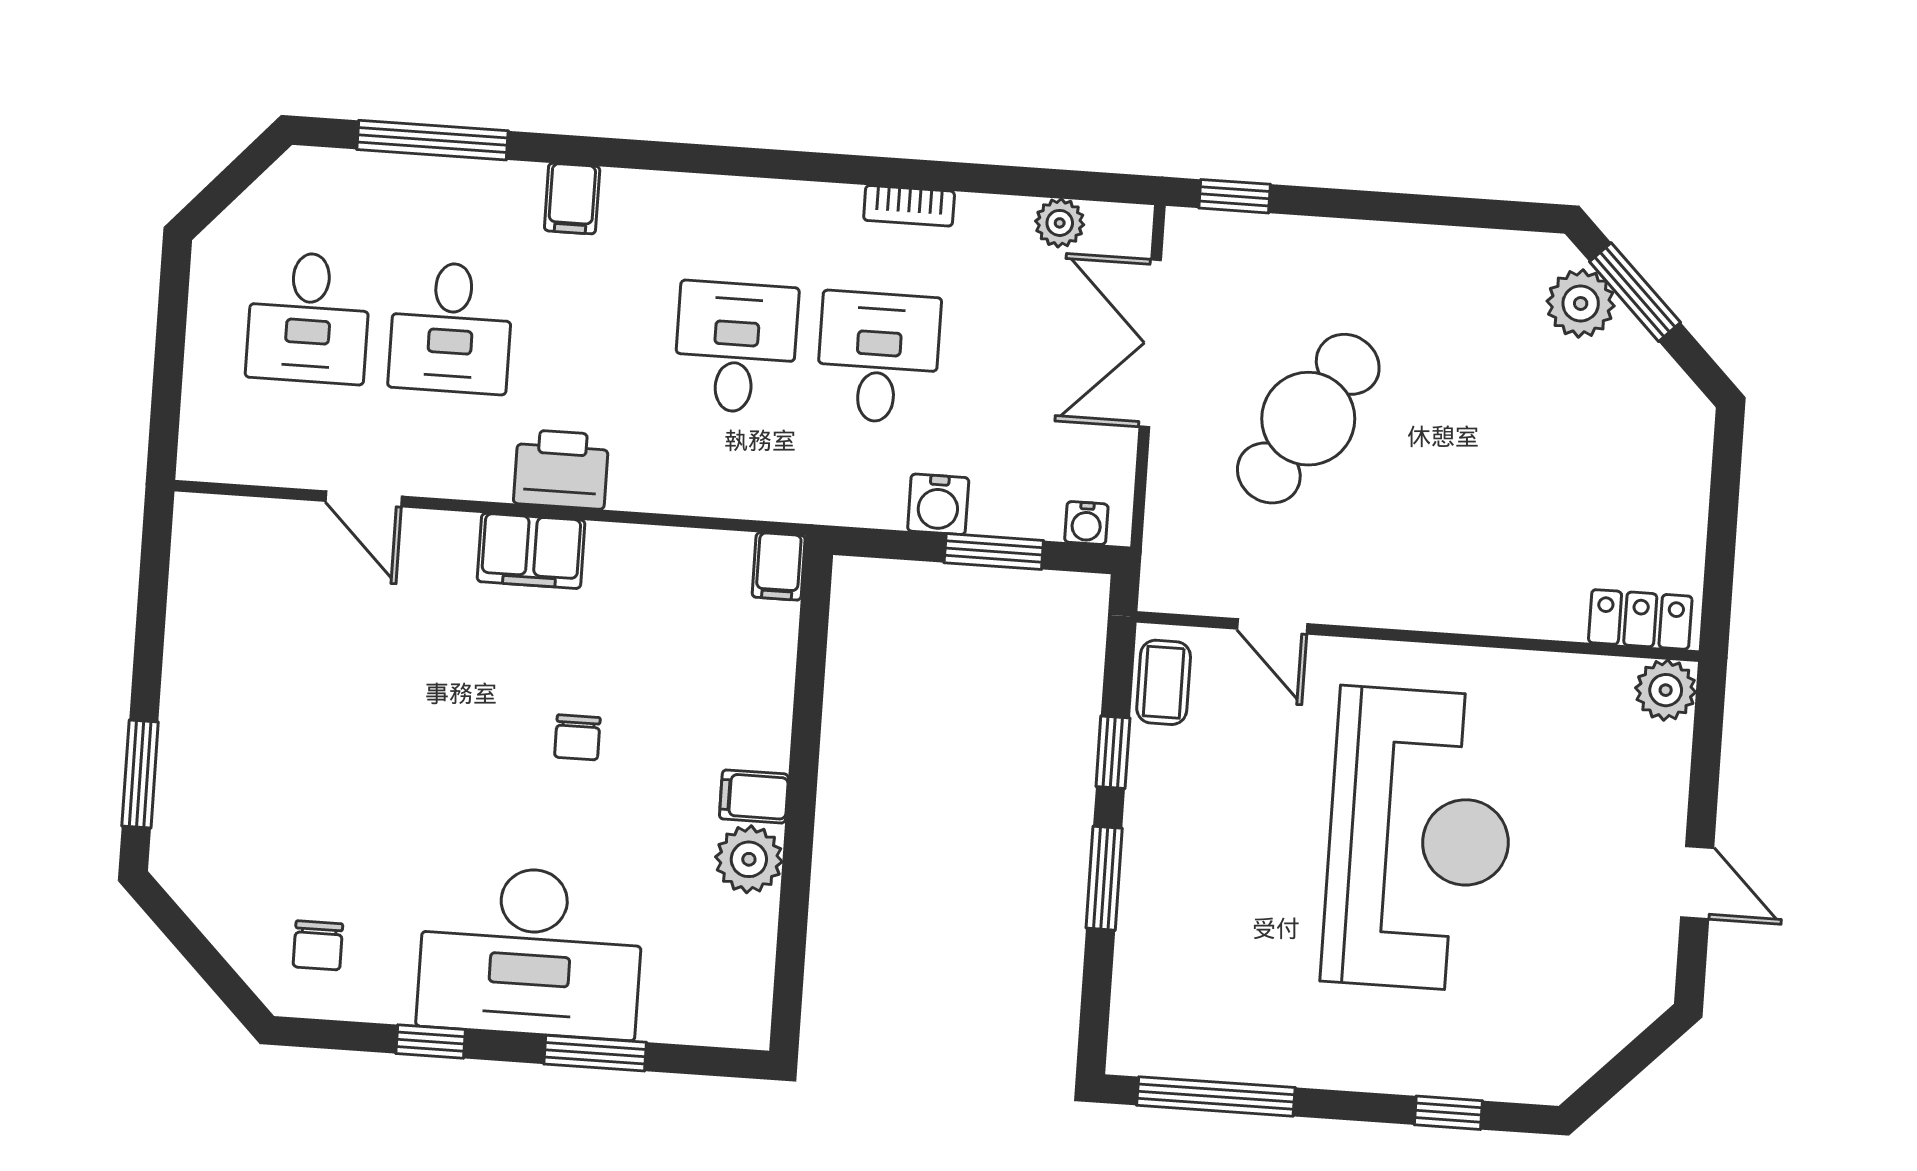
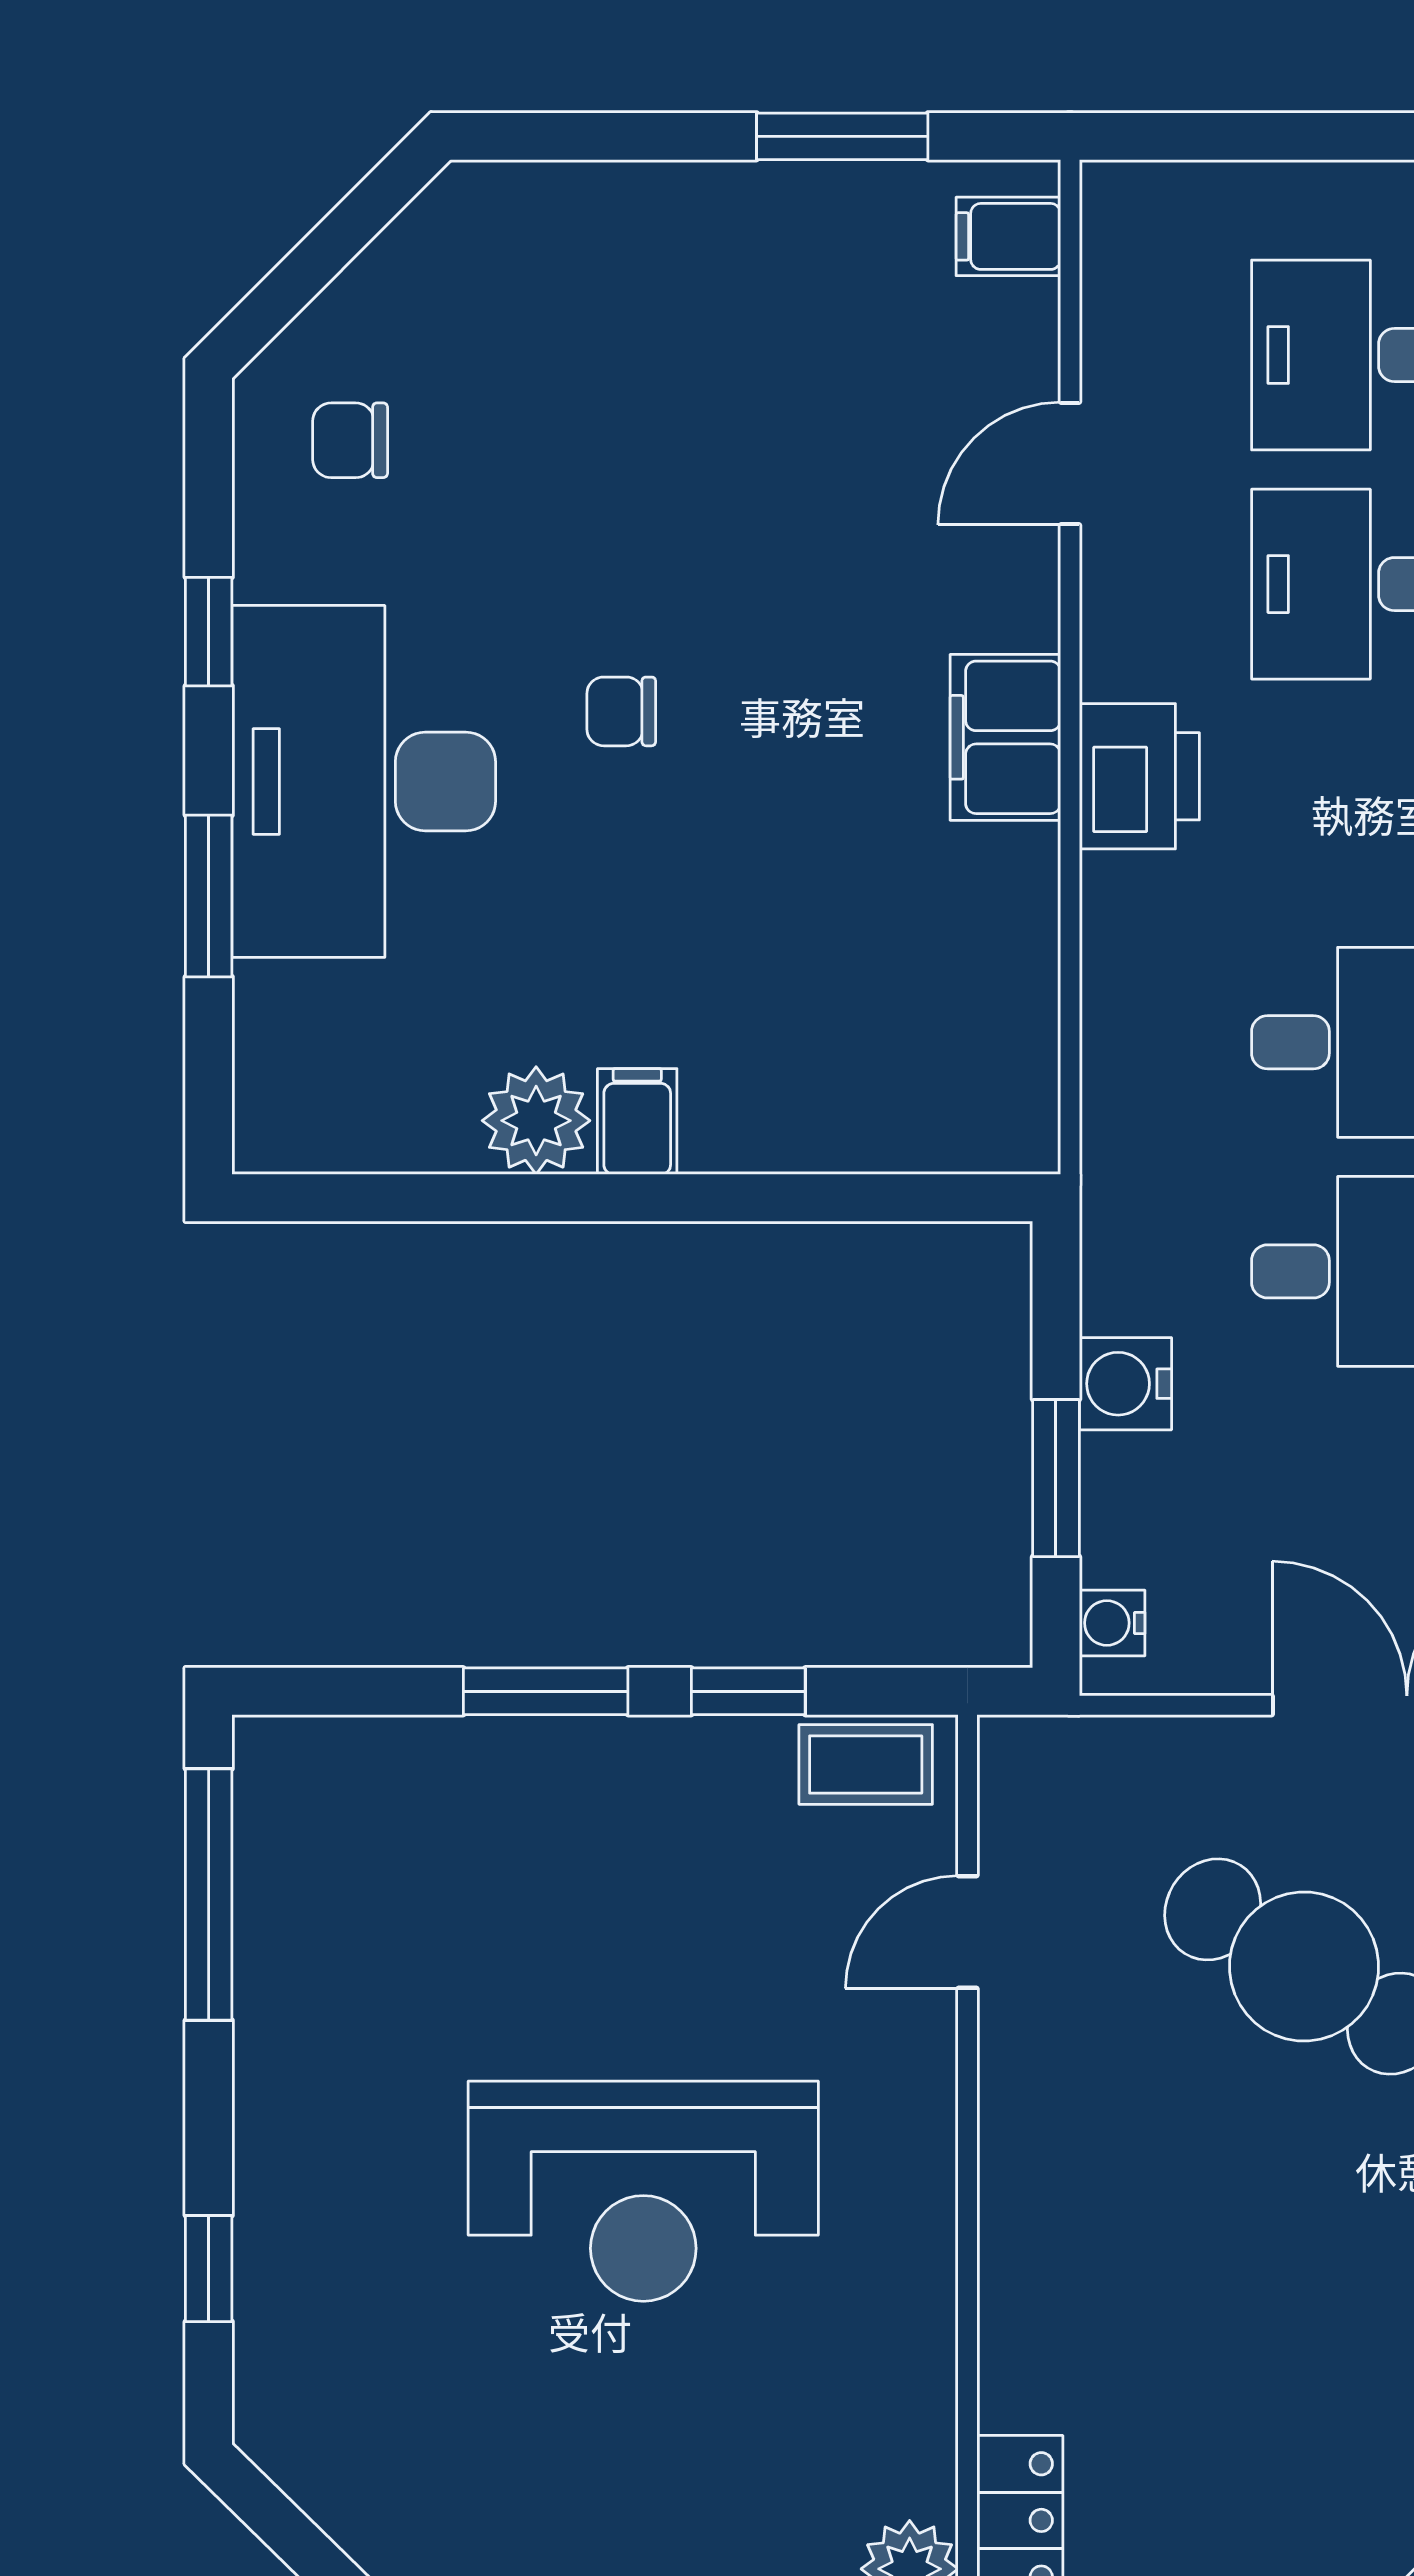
filing cabinet: (779, 566) -> (1008, 236), moved
chair: (577, 737) -> (621, 711), moved
window: (140, 774) -> (842, 136), moved
reception desk: (1419, 839) -> (643, 2191), width x0.74, depth x0.77

